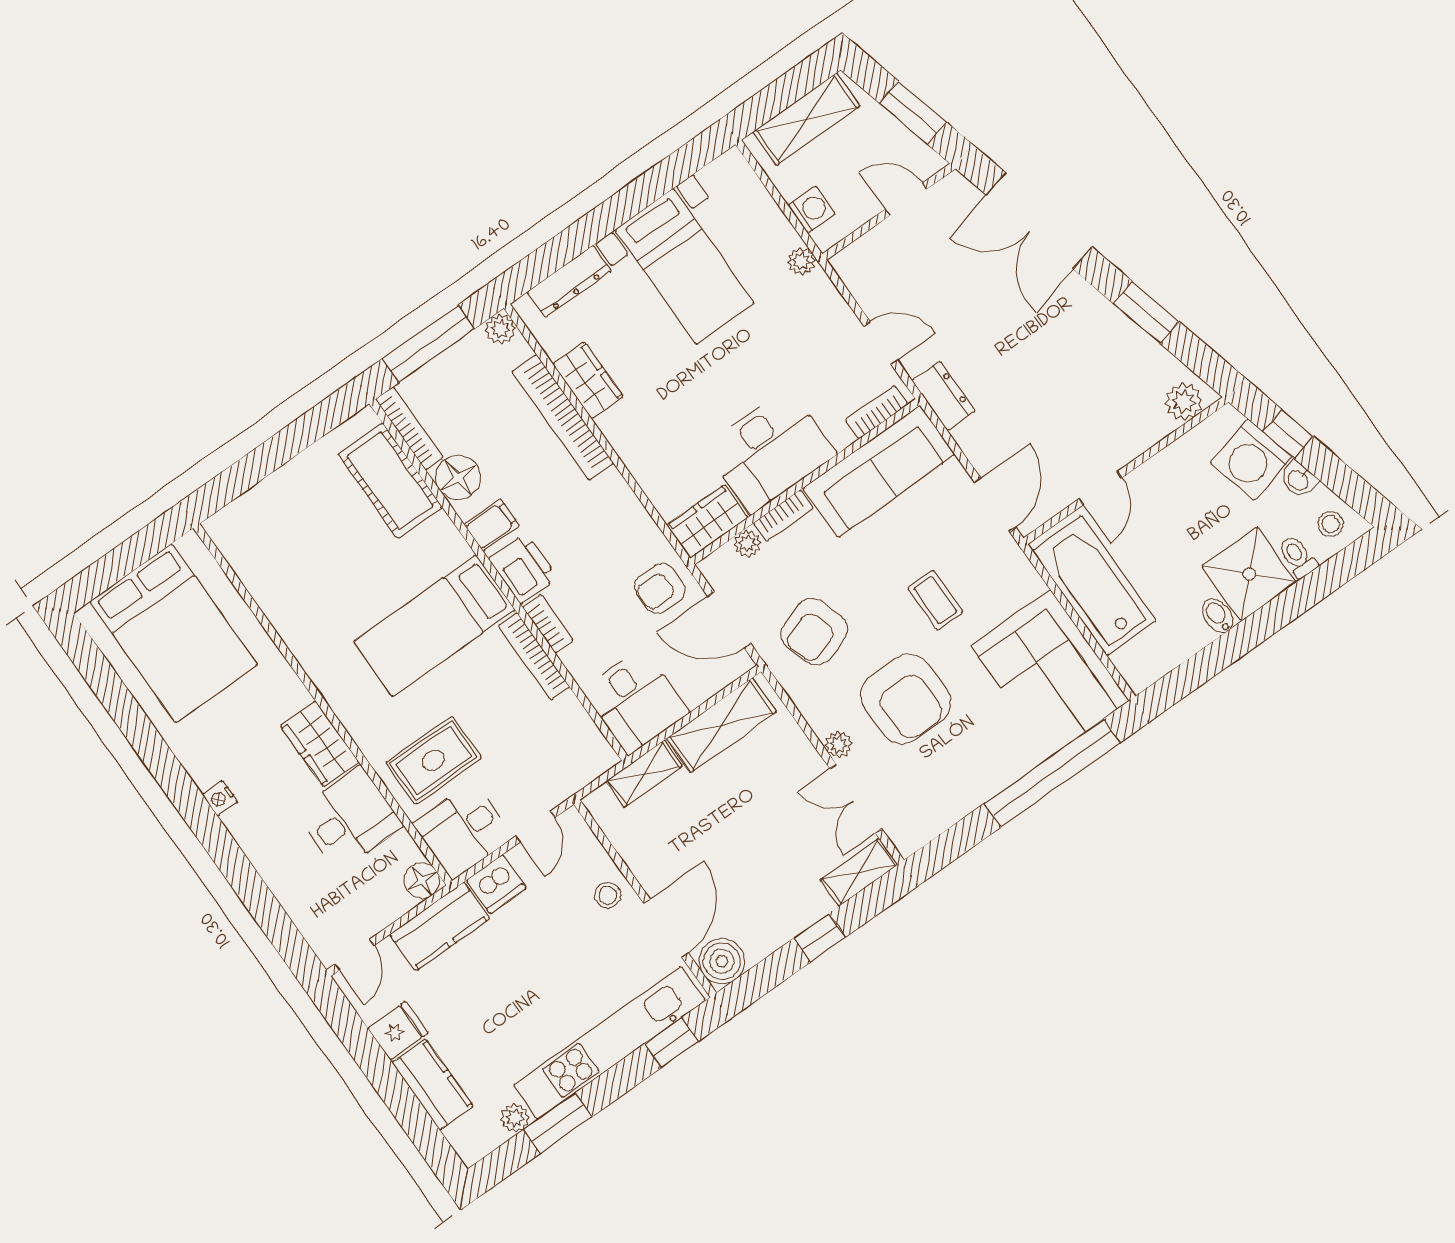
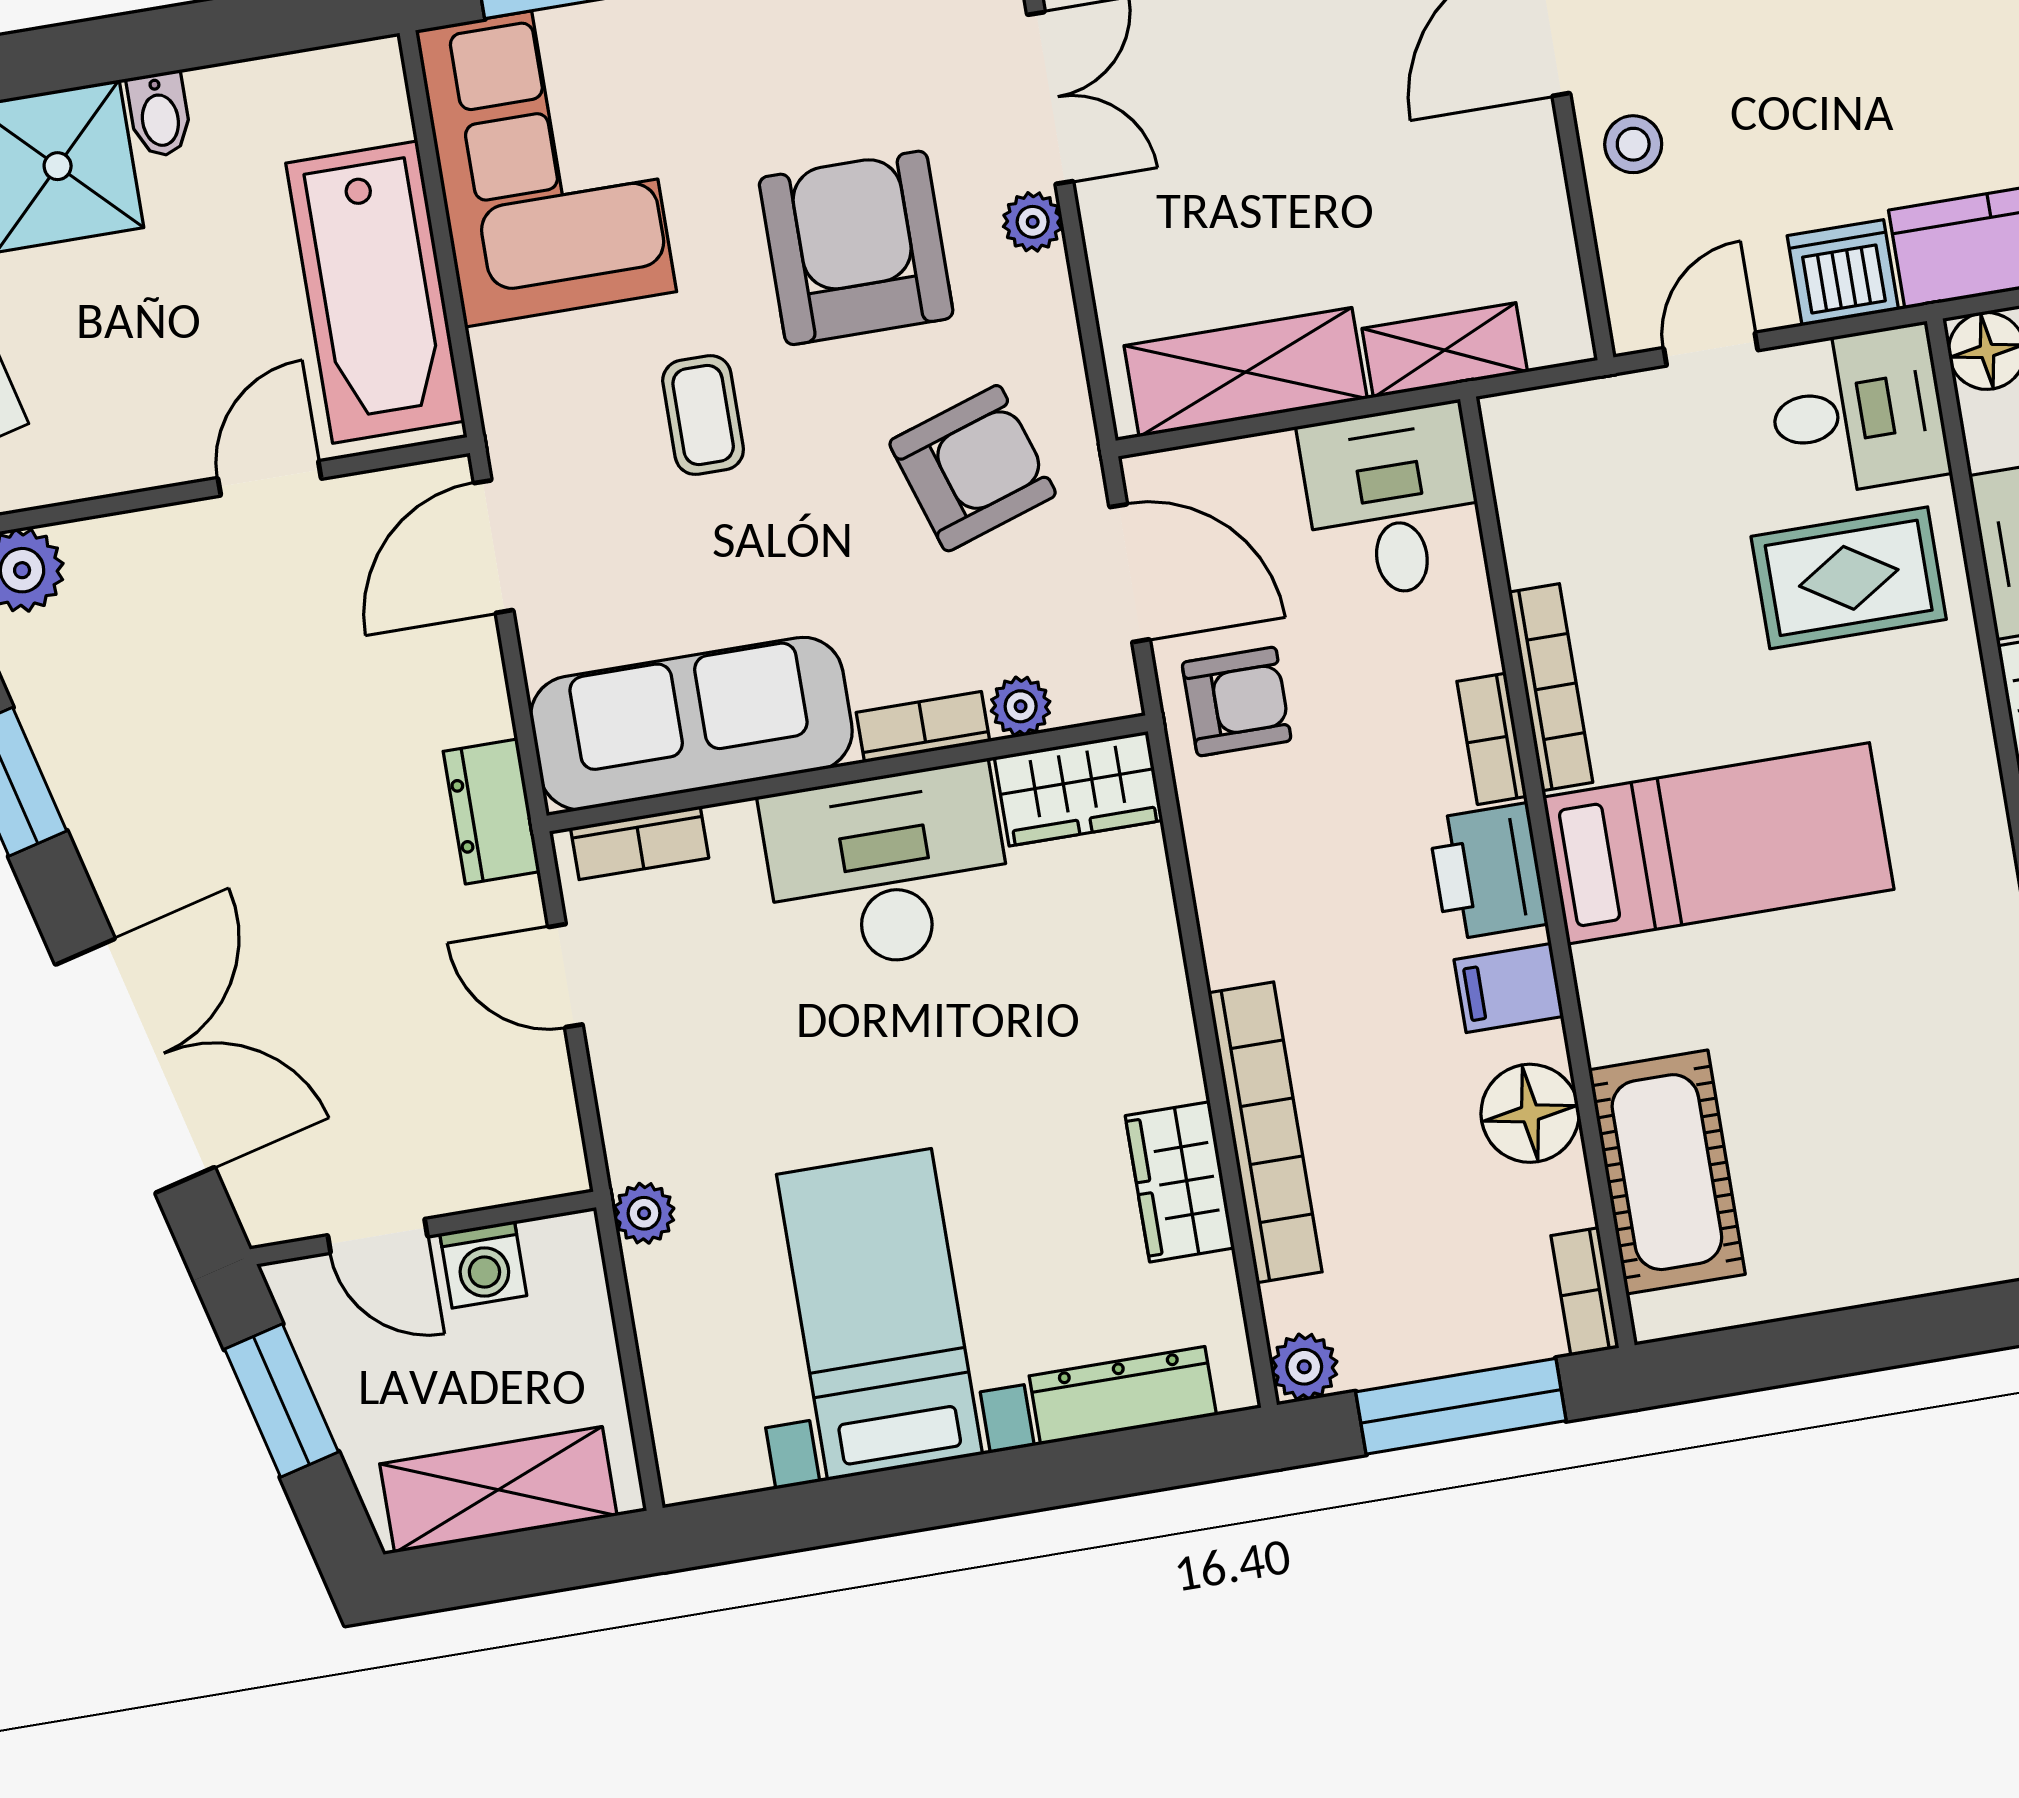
washing machine: (812, 210) -> (483, 1265), moved, turned -90
bookcase: (409, 428) -> (1585, 1292), width x0.64

